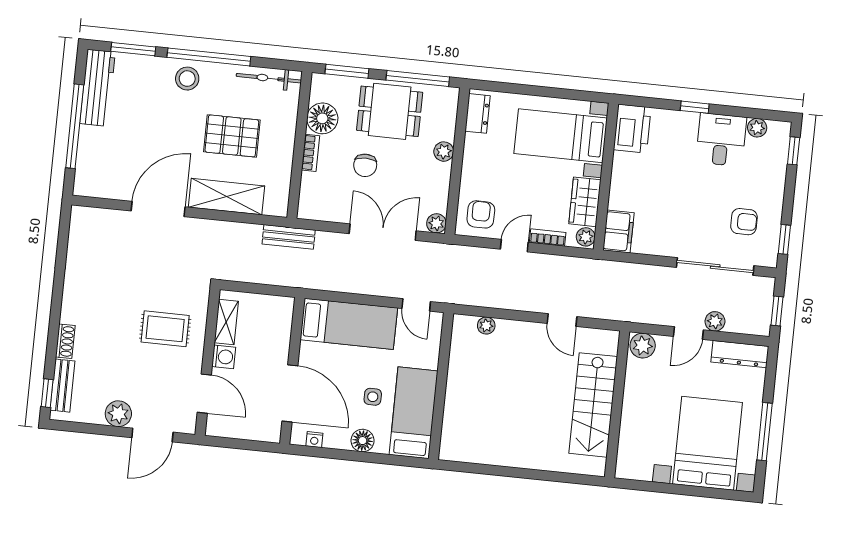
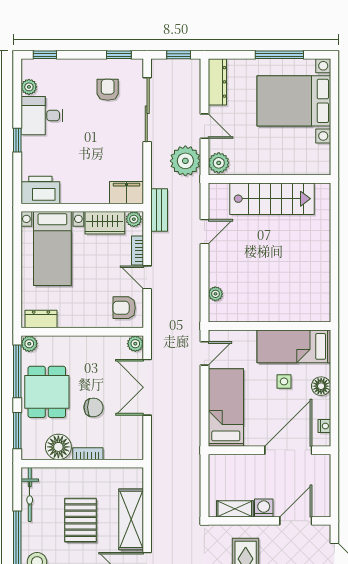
plant: (444, 152) -> (29, 344), moved
bench: (289, 237) -> (159, 210), moved
plant: (715, 321) -> (185, 161), moved, width x1.88, depth x1.88

